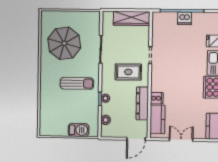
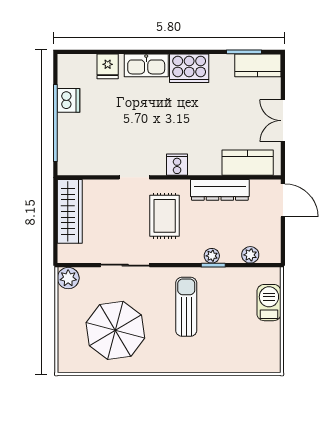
plant: (94, 17) -> (68, 278), added
dishwasher: (184, 18) -> (69, 100), moved
cooker: (157, 98) -> (177, 165), moved

